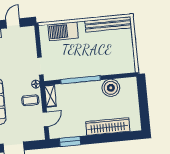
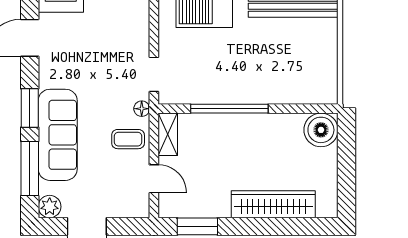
boiler: (111, 88) -> (321, 130), moved
door: (45, 119) -> (154, 179), hinge flipped

